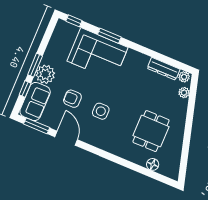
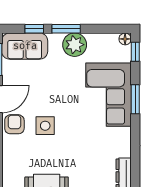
floor lamp: (61, 24) -> (125, 39), added
plant: (45, 74) -> (75, 45), moved
armchair: (72, 99) -> (14, 124), moved

